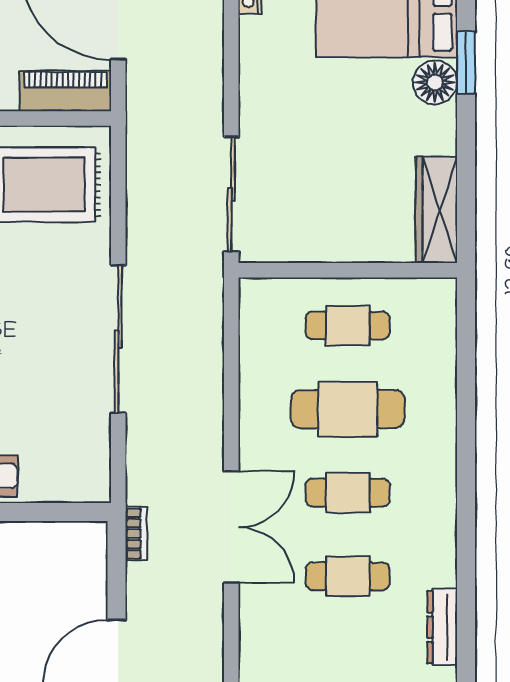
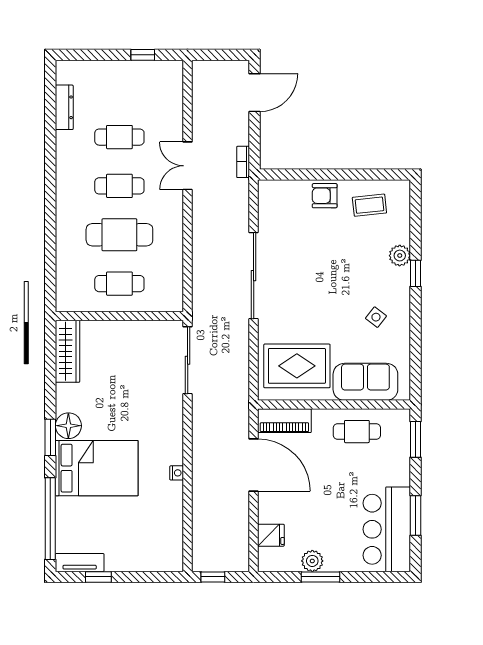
double door: (231, 527) -> (188, 166), width x0.73

